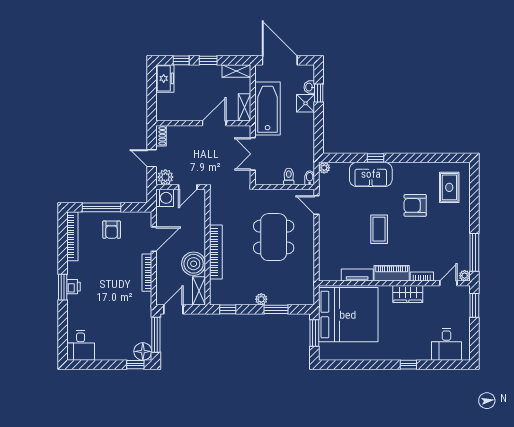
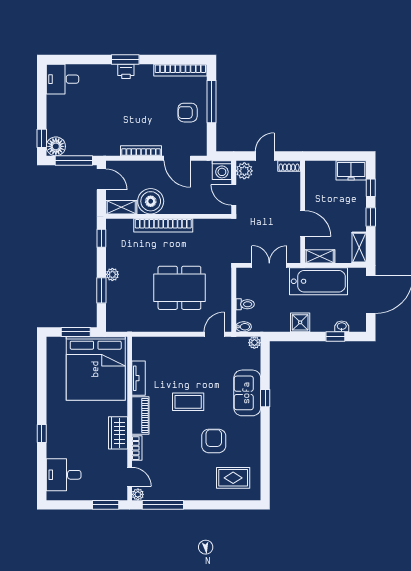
shower: (306, 103) -> (300, 322), moved

